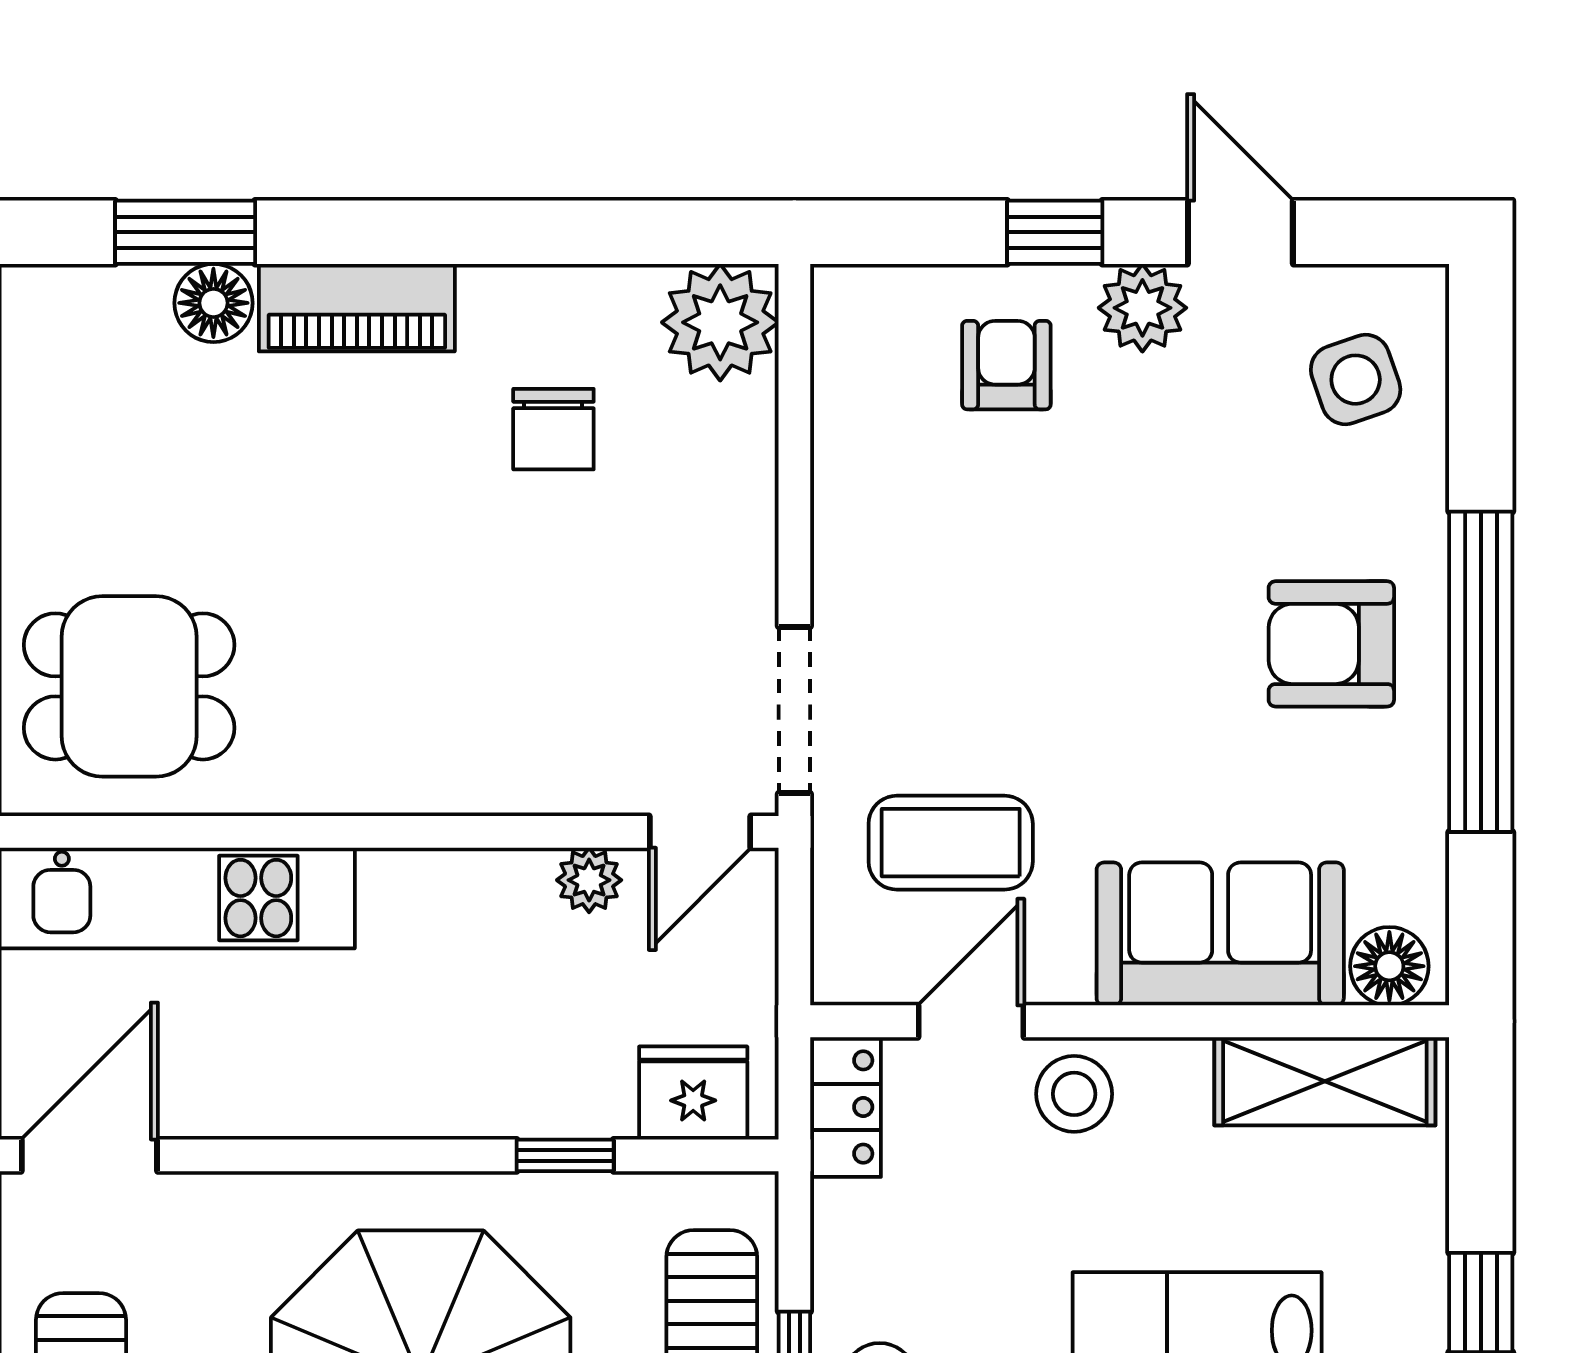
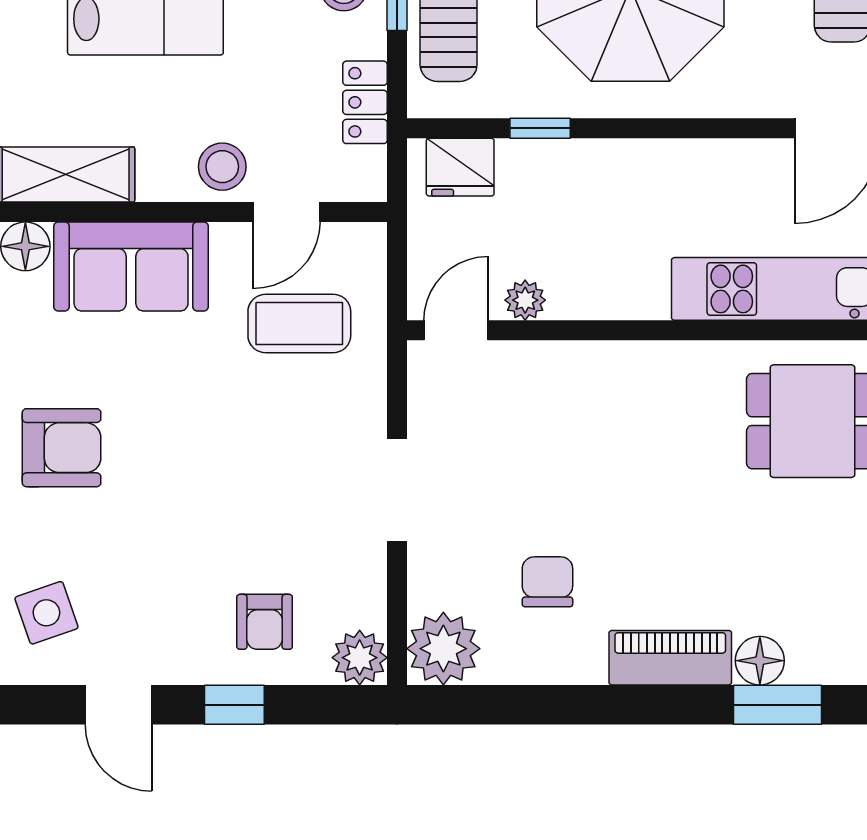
plant: (1142, 308) -> (360, 658), moved
doorway: (794, 710) -> (397, 490), moved
locker: (846, 1107) -> (365, 102), moved

